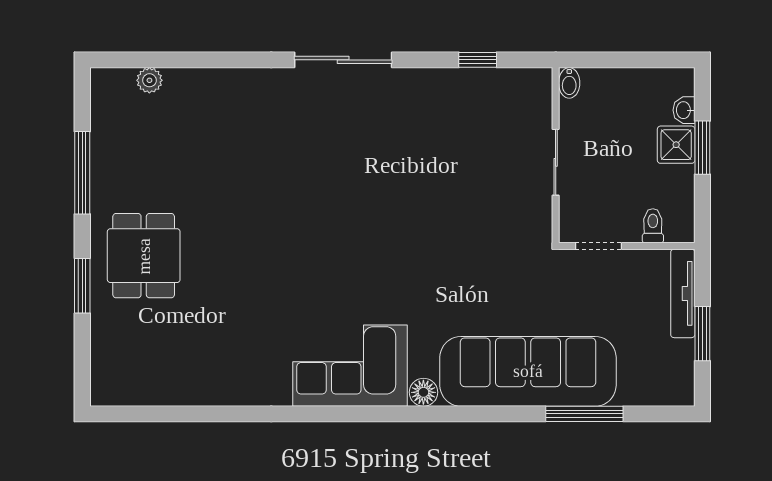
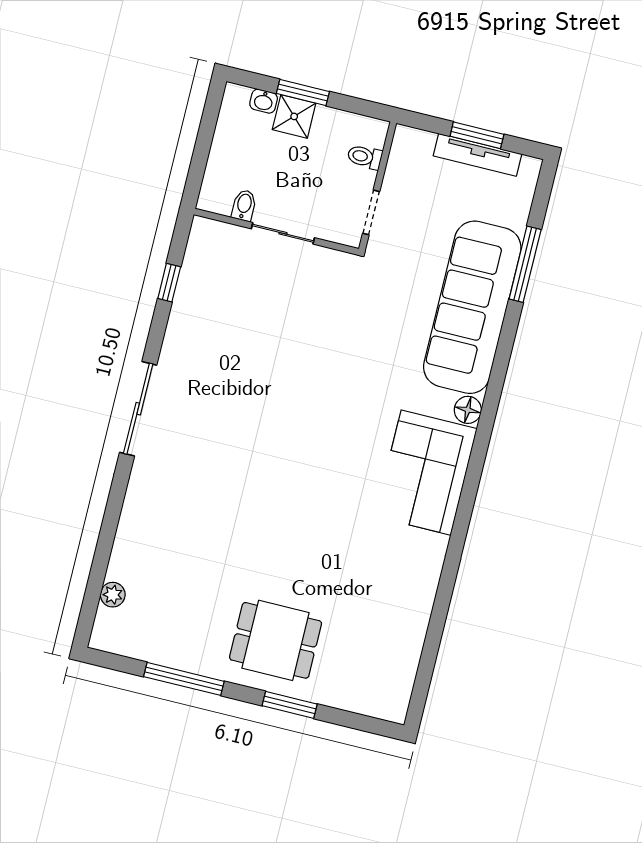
bidet: (569, 83) -> (244, 205), moved, turned -90
tv unit: (683, 293) -> (477, 155), moved

